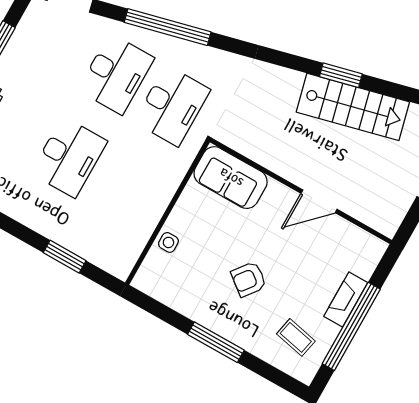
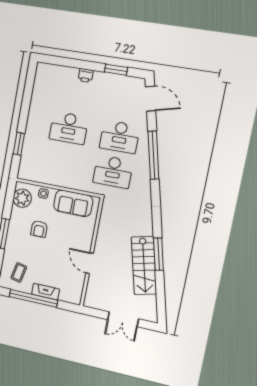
window: (341, 75) -> (158, 254), width x1.44
sofa: (231, 178) -> (73, 203), moved, turned -90
armchair: (249, 279) -> (39, 229), moved, turned -128
plant: (164, 284) -> (22, 198), added

